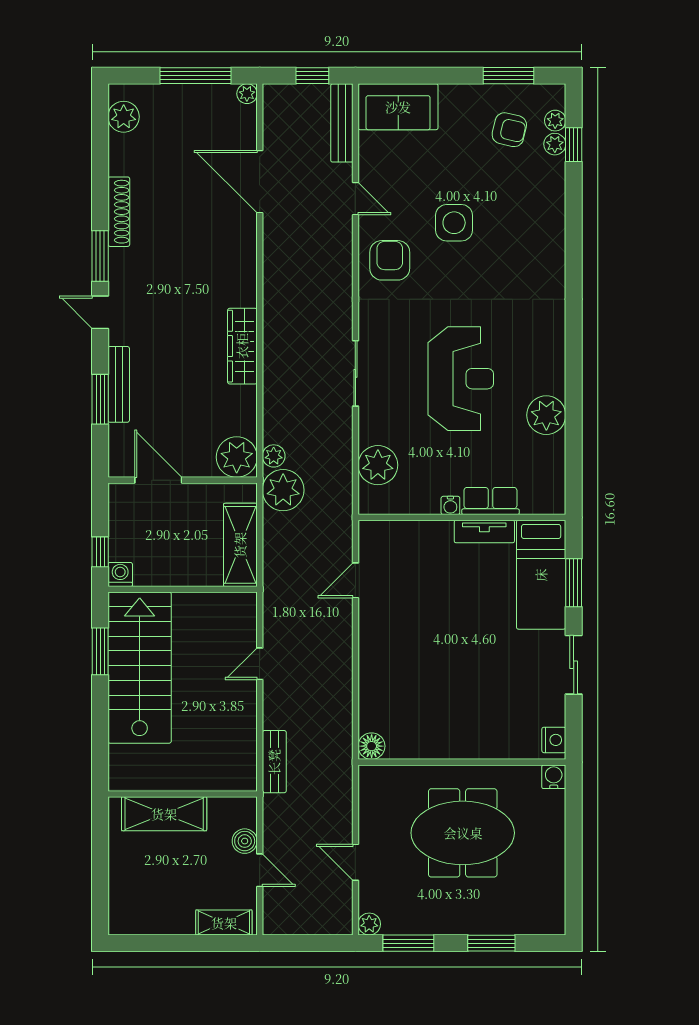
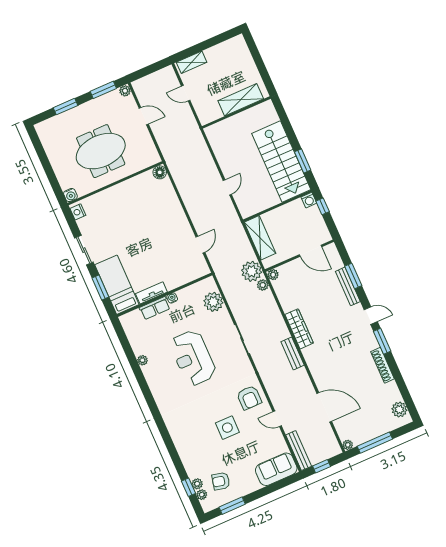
plant: (546, 415) -> (142, 360), width x0.53, depth x0.53
plant: (237, 457) -> (273, 275), width x0.53, depth x0.53
bench: (274, 762) -> (293, 353), moved
boiler: (245, 841) -> (198, 104), removed

